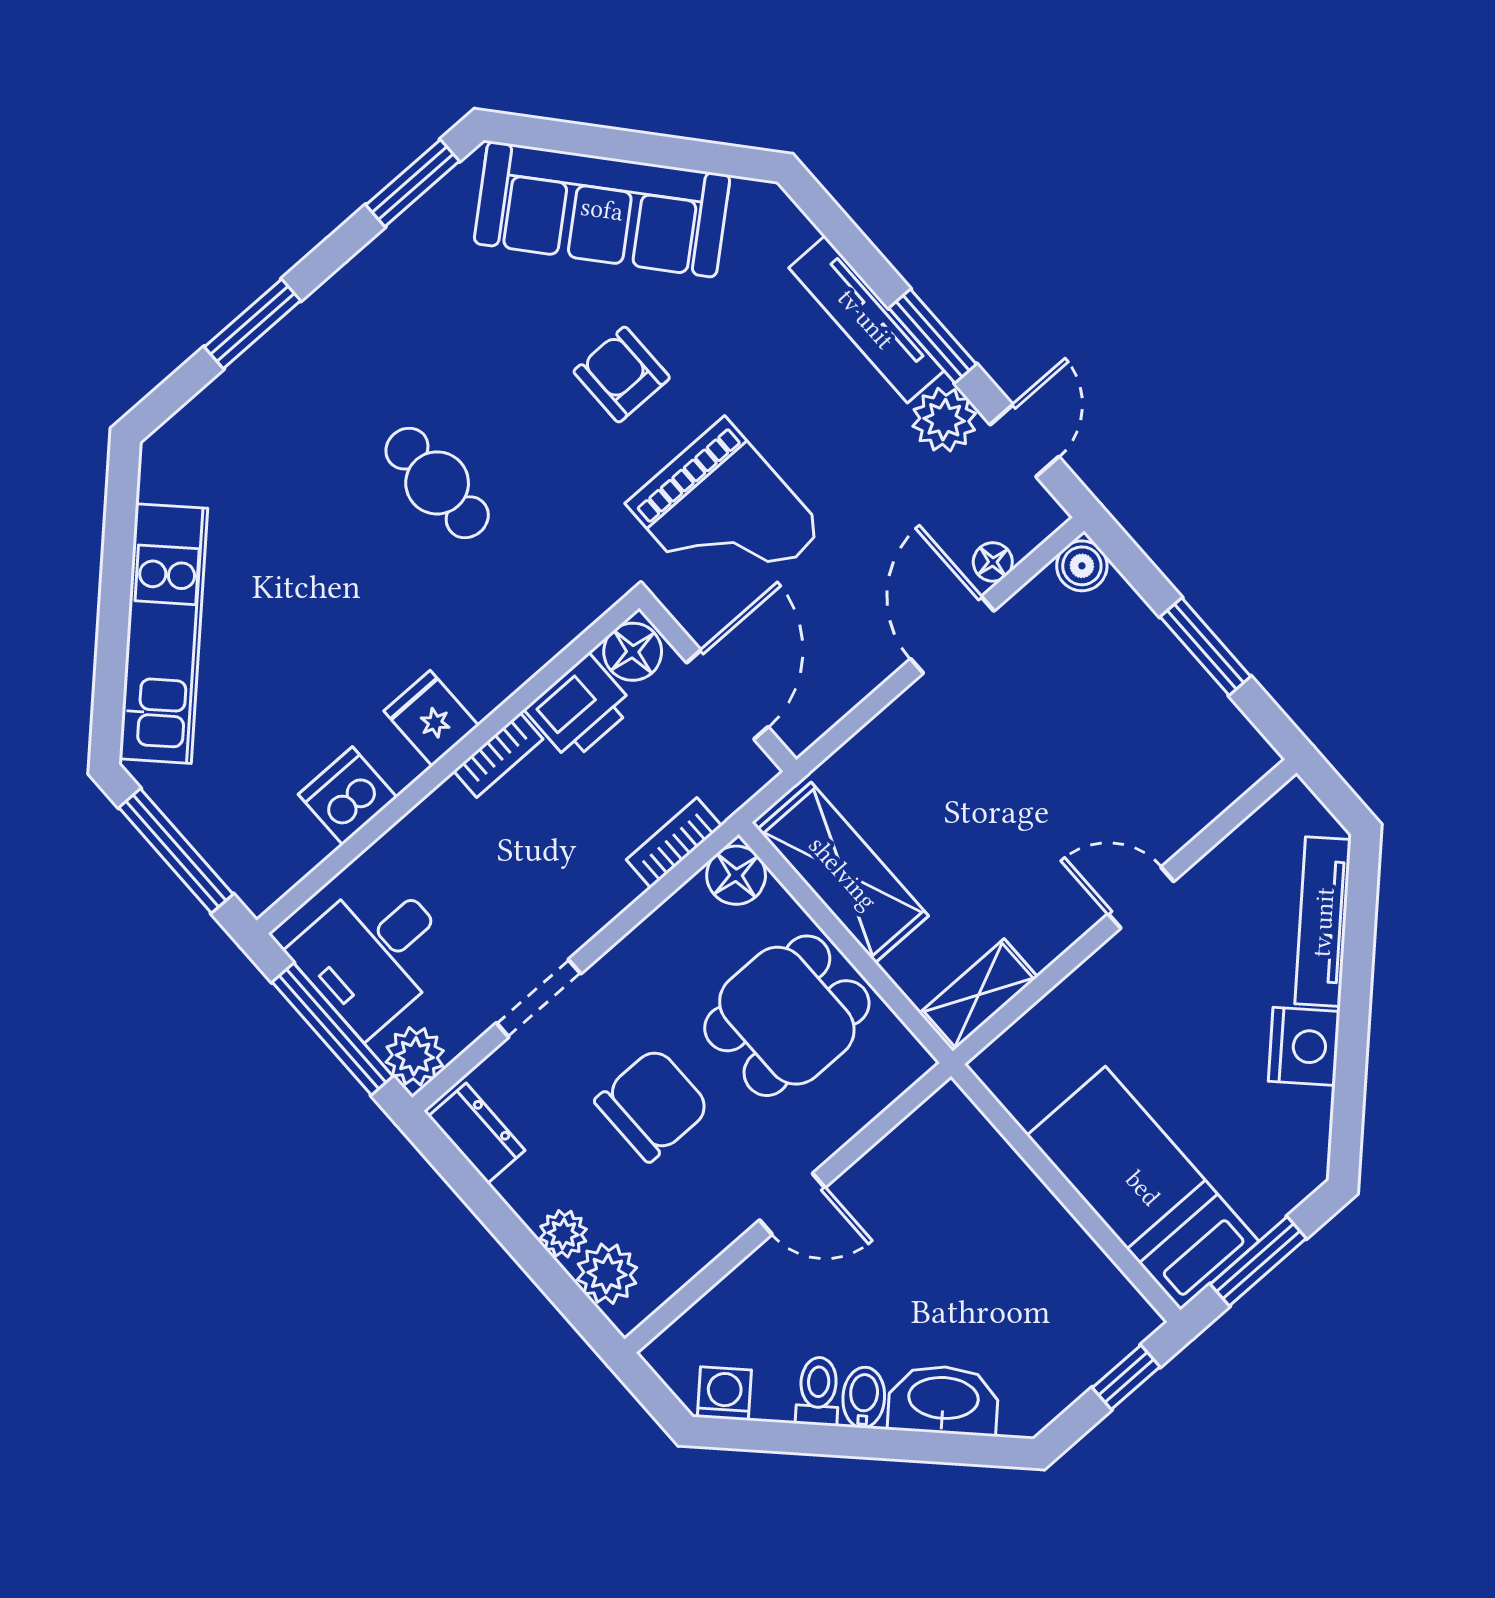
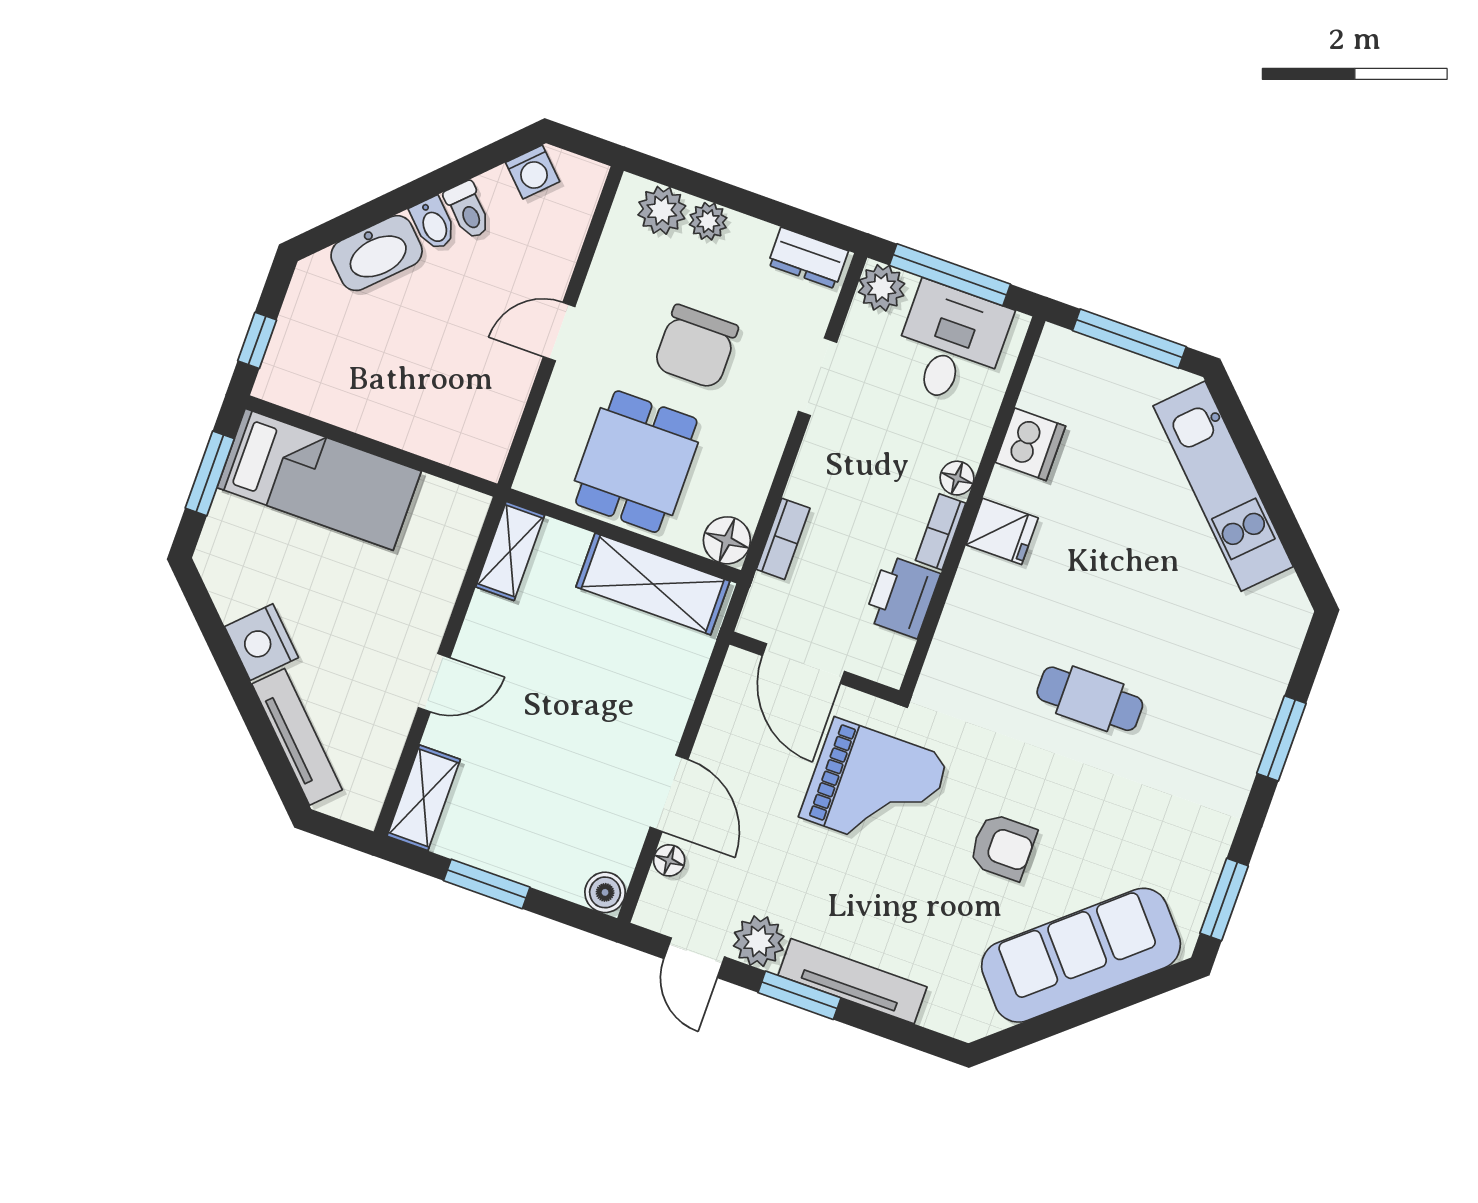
grand piano: (725, 517) -> (874, 787), turned 180
floor lamp: (633, 652) -> (957, 478), moved, width x0.73, depth x0.73
shelving: (1222, 779) -> (424, 798), added

